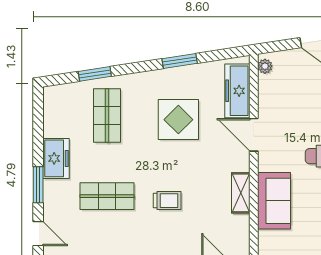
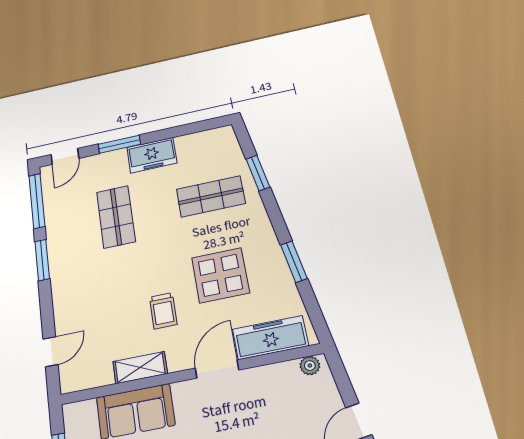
trolley: (167, 201) -> (163, 311), moved

